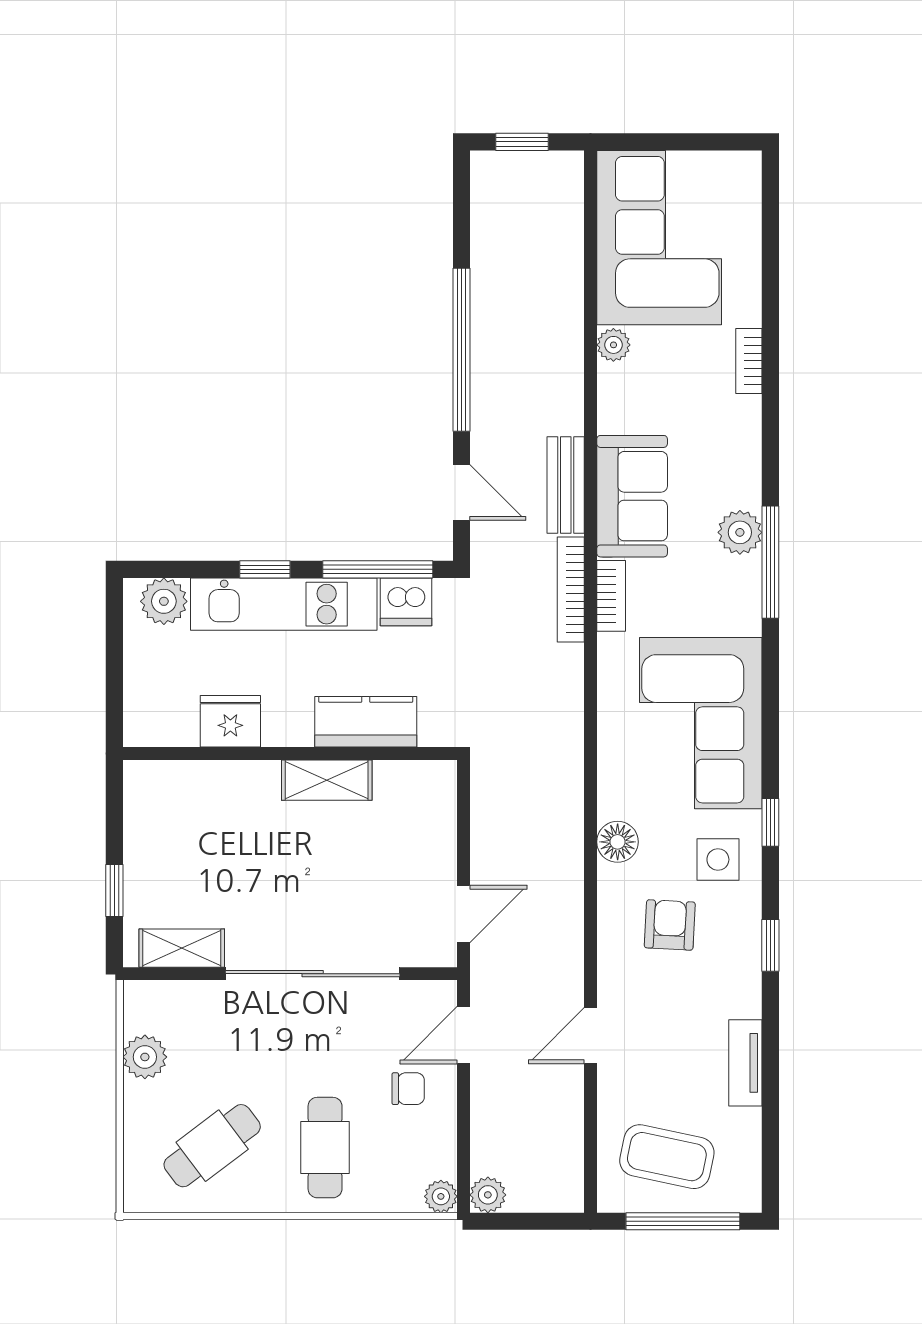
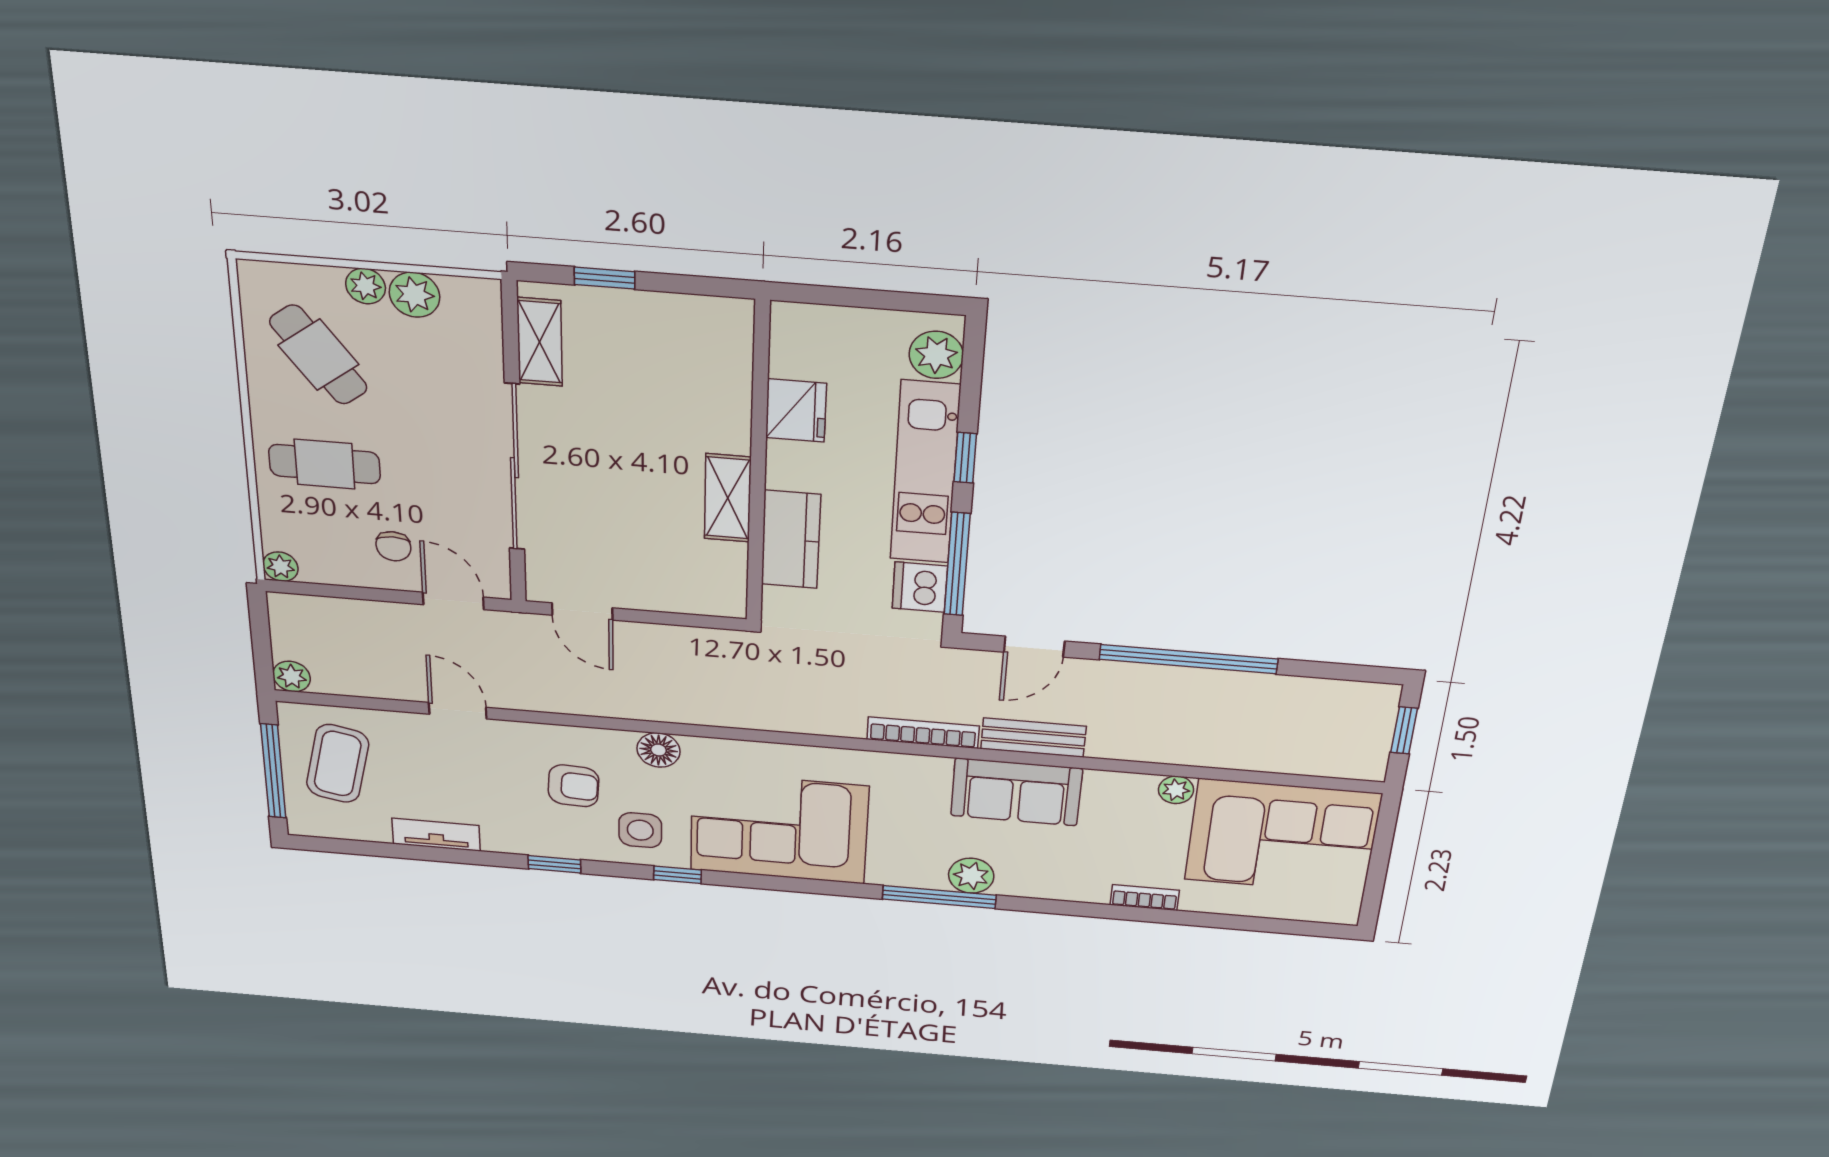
bookcase: (611, 596) -> (914, 766), removed
plant: (140, 1100) -> (366, 286), added
plant: (488, 1195) -> (292, 676), moved

